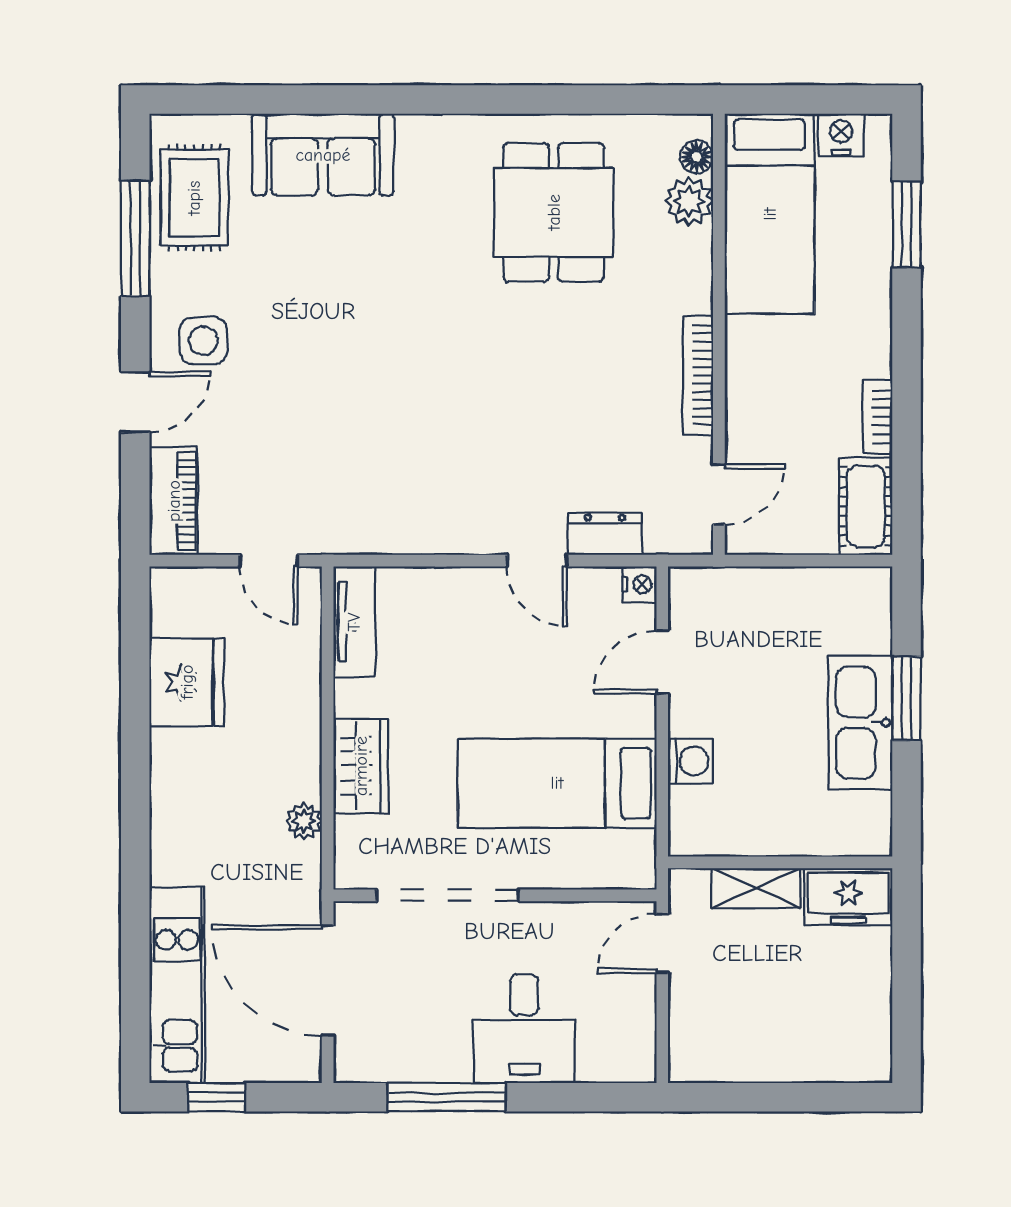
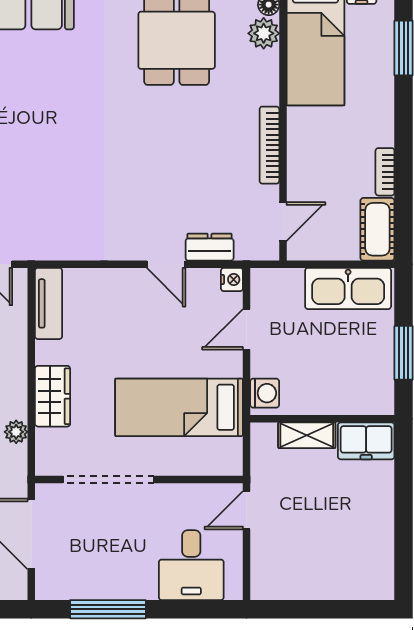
kitchen sink: (860, 723) -> (348, 288), moved, turned -90
wall: (780, 862) -> (322, 419), moved
shelving: (756, 888) -> (307, 435), moved
freezer: (848, 897) -> (366, 441), moved
desk: (524, 1029) -> (191, 565), moved

